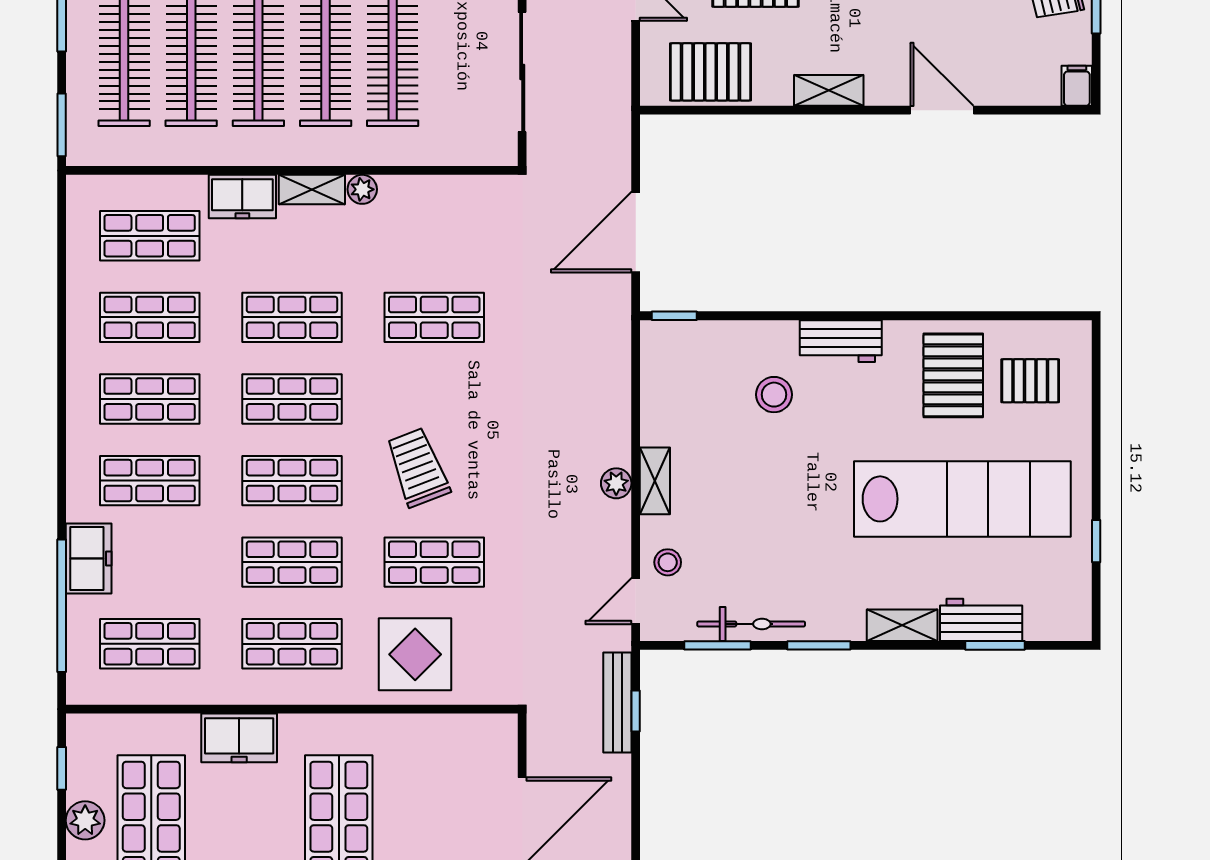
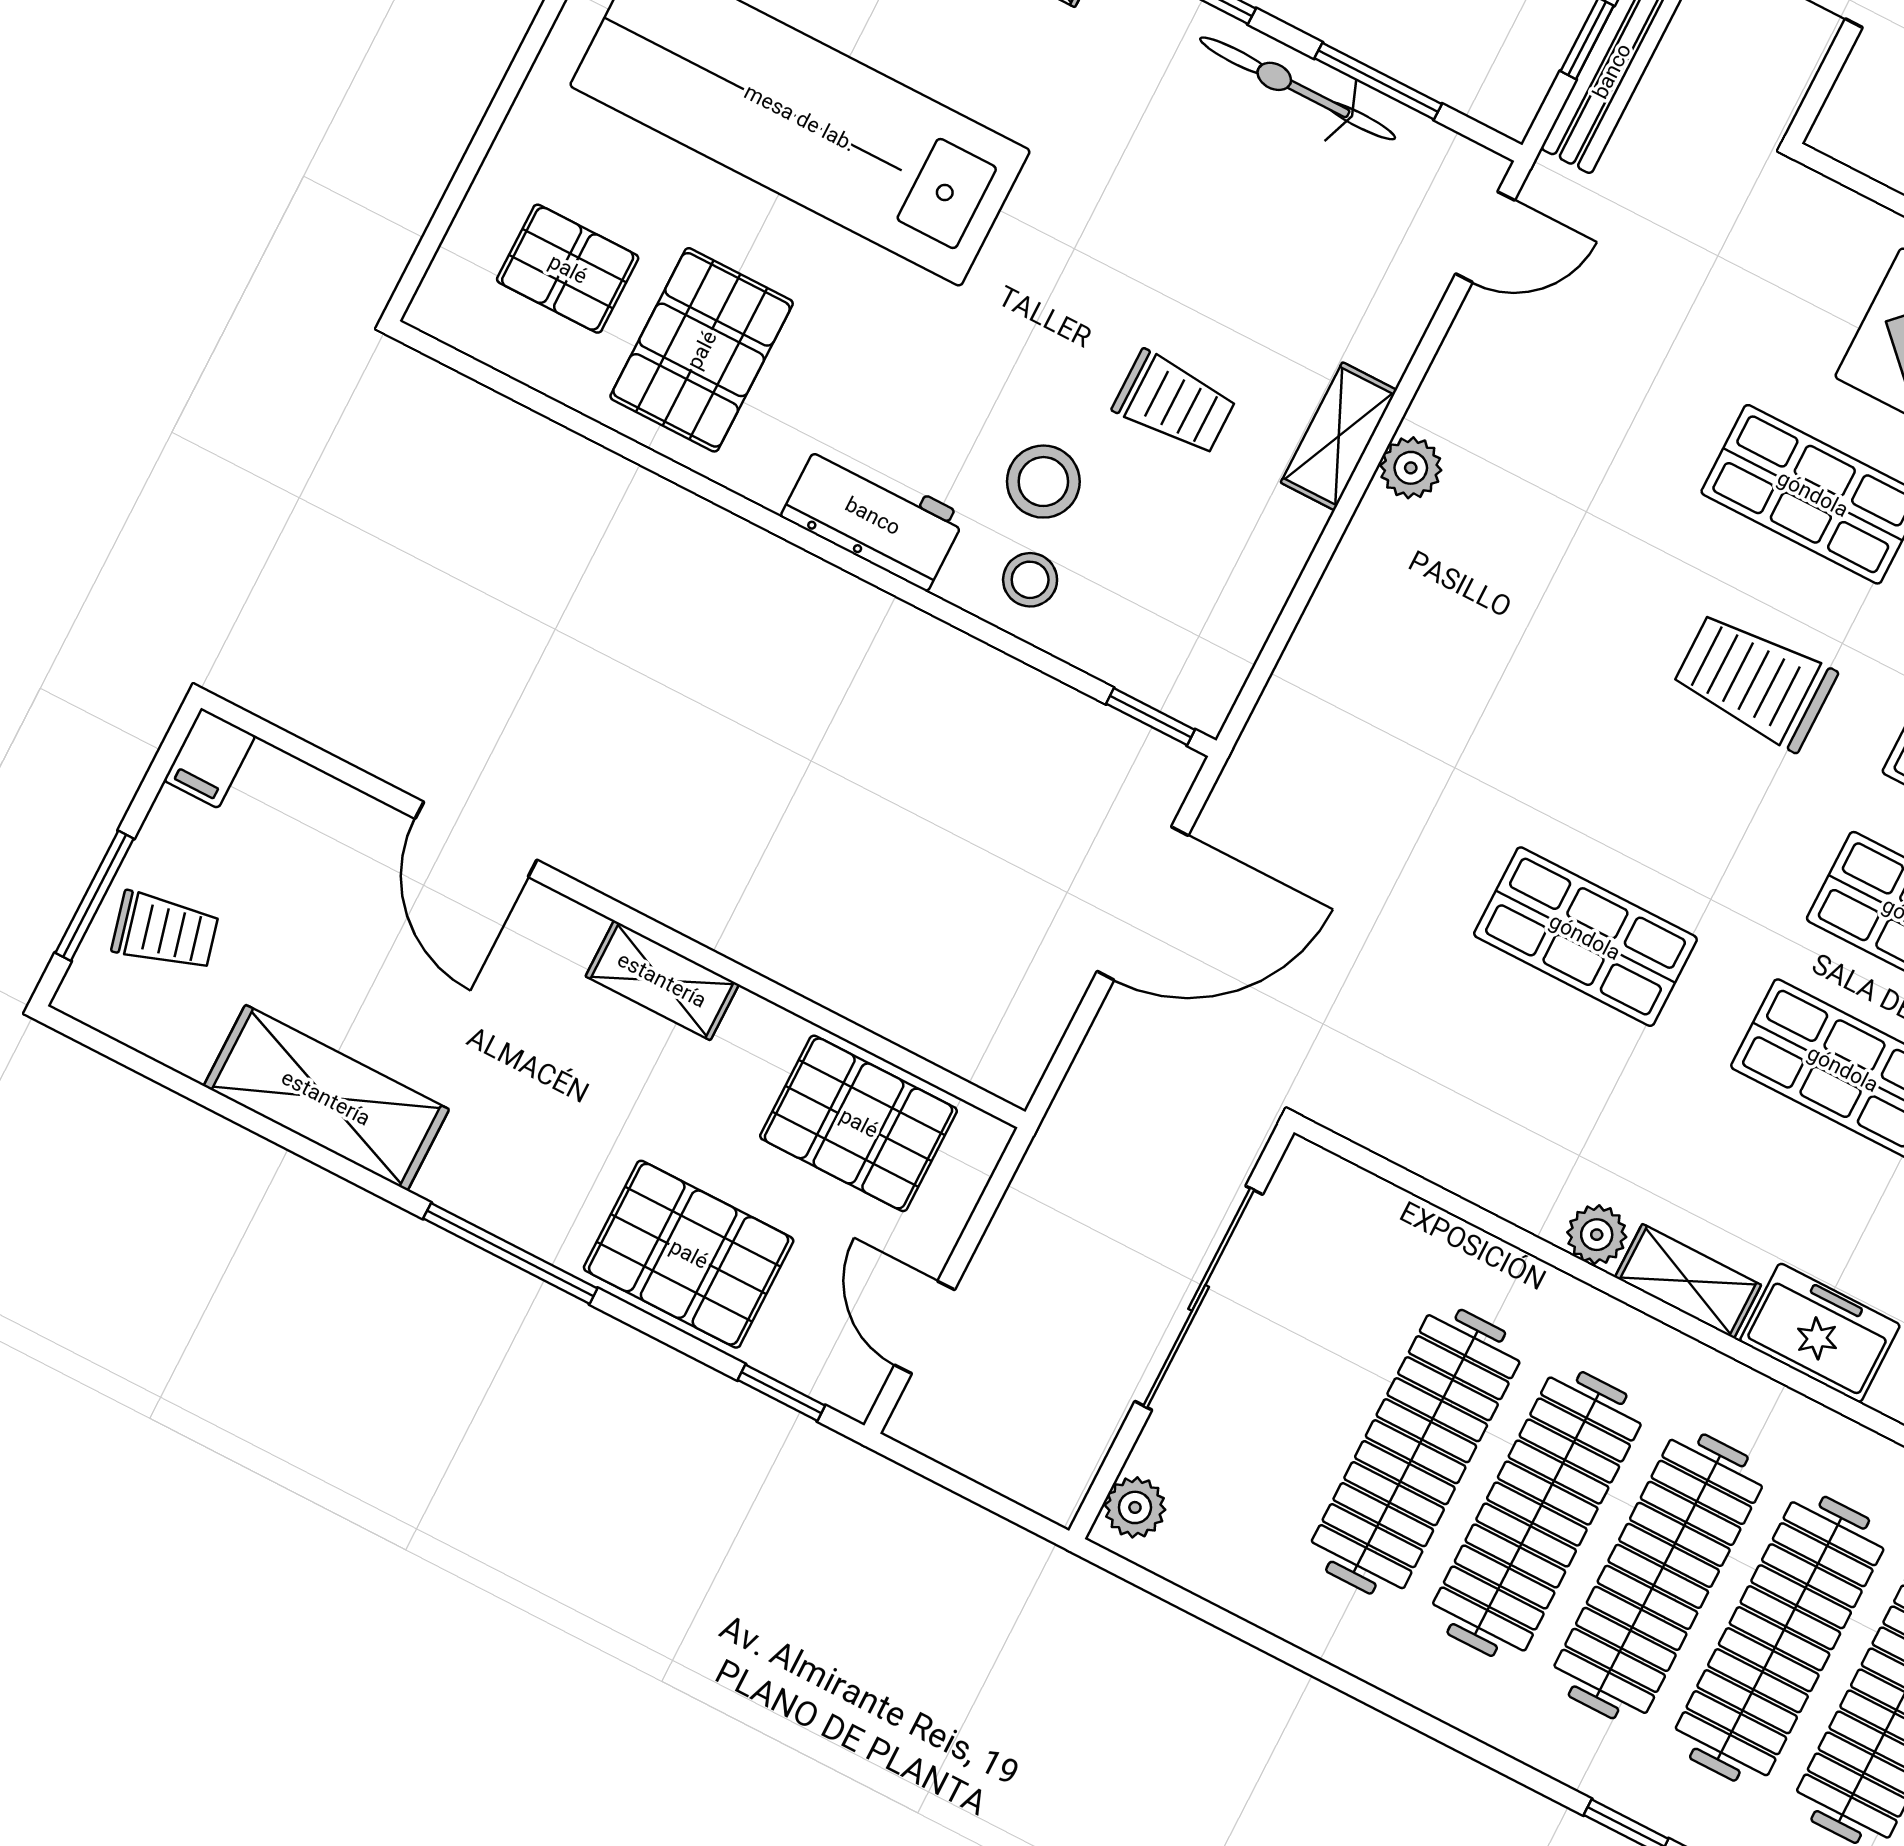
trolley: (734, 458) -> (1174, 403), added
trolley: (418, 467) -> (1755, 681), turned 111
stool: (668, 562) -> (1030, 580), moved

